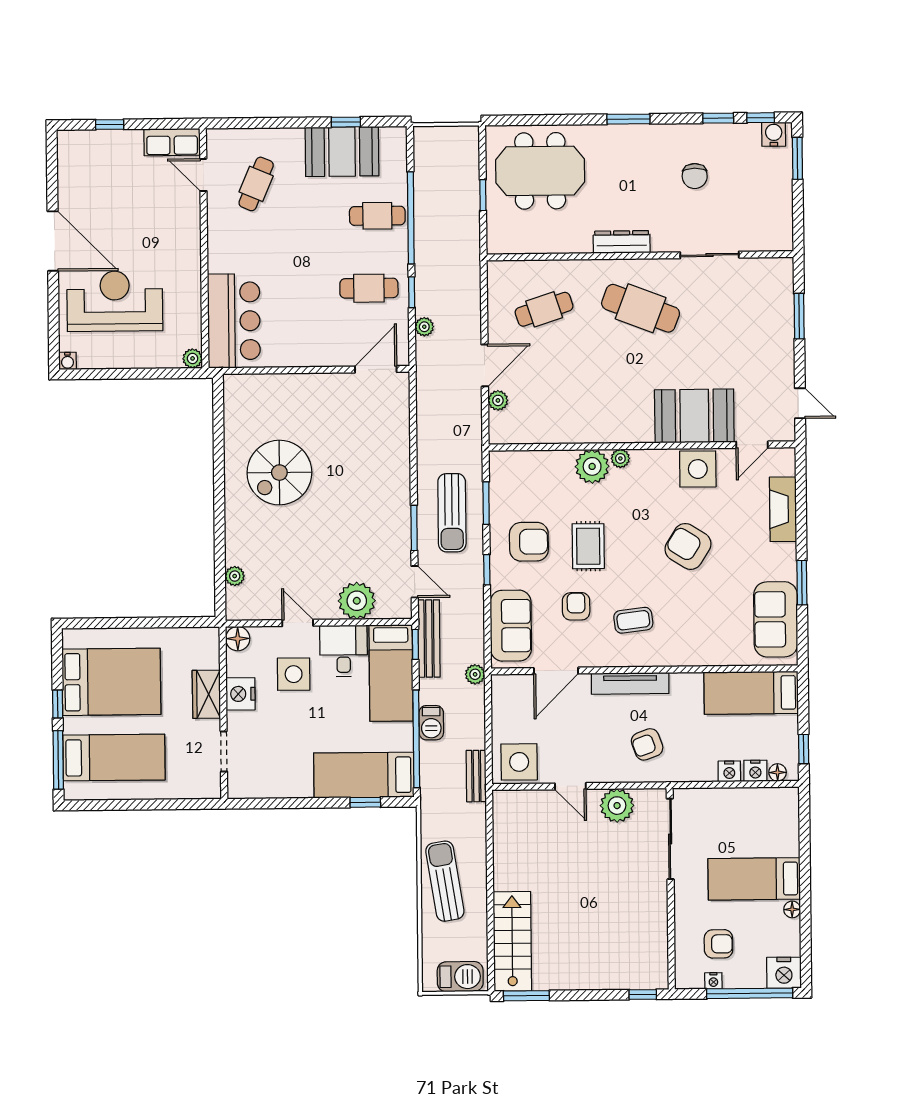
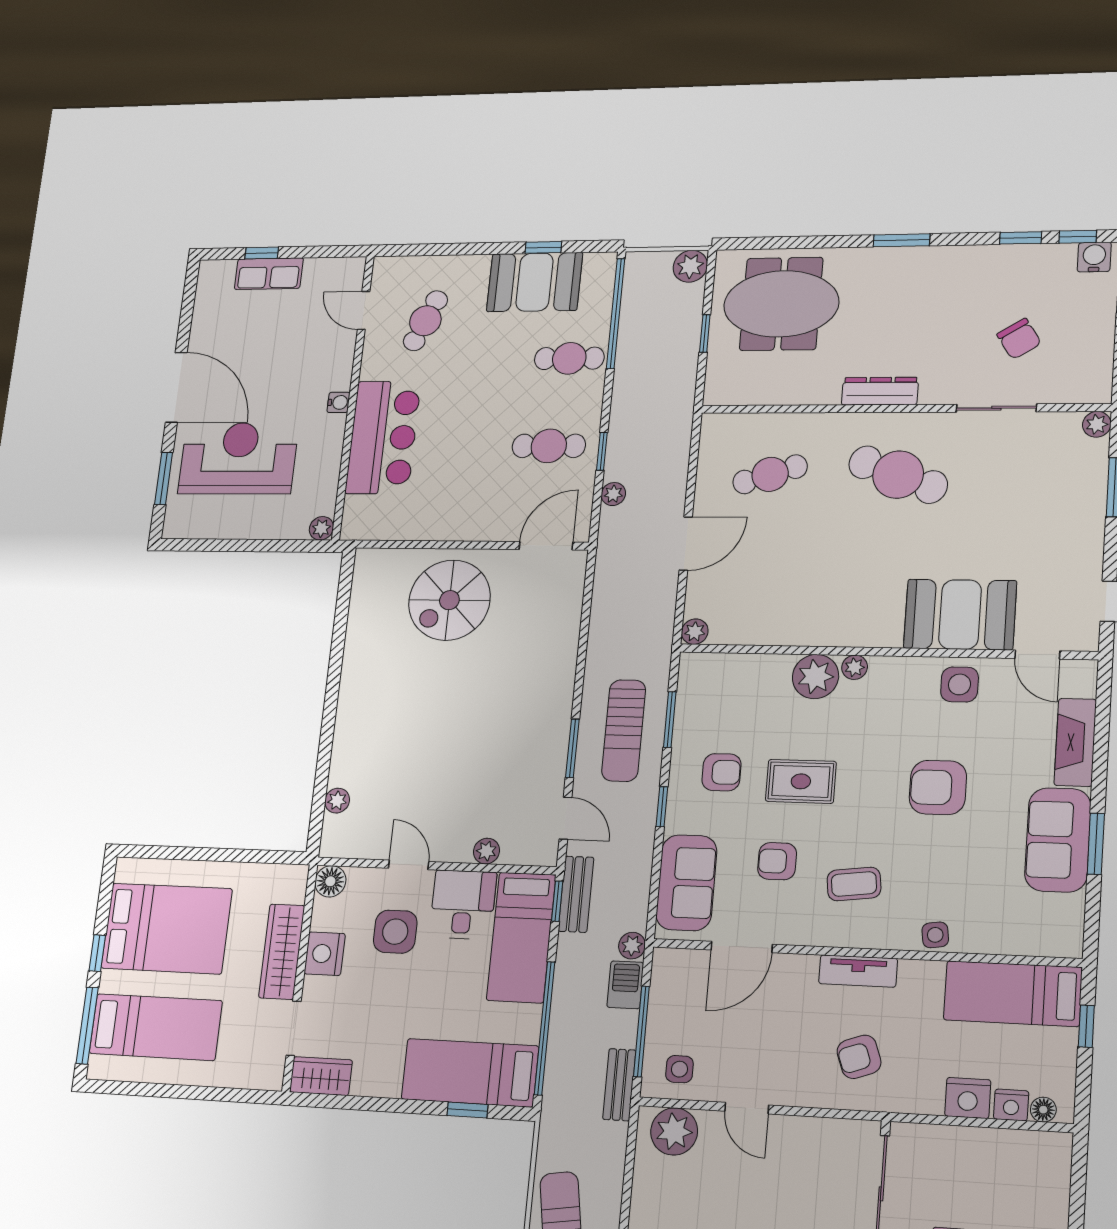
plant: (466, 139) -> (690, 266), added
row of seats: (172, 142) -> (269, 274), moved
chair: (695, 176) -> (1019, 339), moved, turned -32
window: (411, 218) -> (616, 313), moved
plant: (784, 267) -> (1097, 424), added
window: (54, 319) -> (164, 479), added
bar counter: (234, 321) -> (383, 437), moved
water cooler: (68, 361) -> (338, 402), moved, turned -90
plant: (498, 400) -> (695, 632), moved
door: (752, 445) -> (1037, 655), hinge flipped
side table: (698, 469) -> (959, 684), width x0.73, depth x0.73
spiral stairs: (279, 473) -> (449, 600), moved
armchair: (529, 542) -> (722, 772), width x0.72, depth x0.72
rug: (588, 546) -> (801, 781), turned 90
armchair: (688, 546) -> (938, 787), turned -32
plant: (357, 601) -> (486, 851), width x0.53, depth x0.53
armchair: (576, 606) -> (777, 861), turned -90
sofa: (776, 619) -> (1058, 840), moved
bench: (429, 639) -> (576, 894), width x0.73
side table: (694, 654) -> (935, 935), added
tv unit: (630, 683) -> (858, 971), width x0.71
wardrobe: (206, 694) -> (282, 952), width x1.50
barbecue: (431, 723) -> (625, 985), moved, turned 180
window: (489, 737) -> (641, 1031), added
window: (804, 749) -> (1086, 1026), moved
side table: (519, 762) -> (679, 1069), width x0.54, depth x0.54
nightstand: (729, 771) -> (968, 1098), width x1.36, depth x1.33
wardrobe: (250, 785) -> (321, 1076), added
plant: (617, 806) -> (674, 1131), moved

